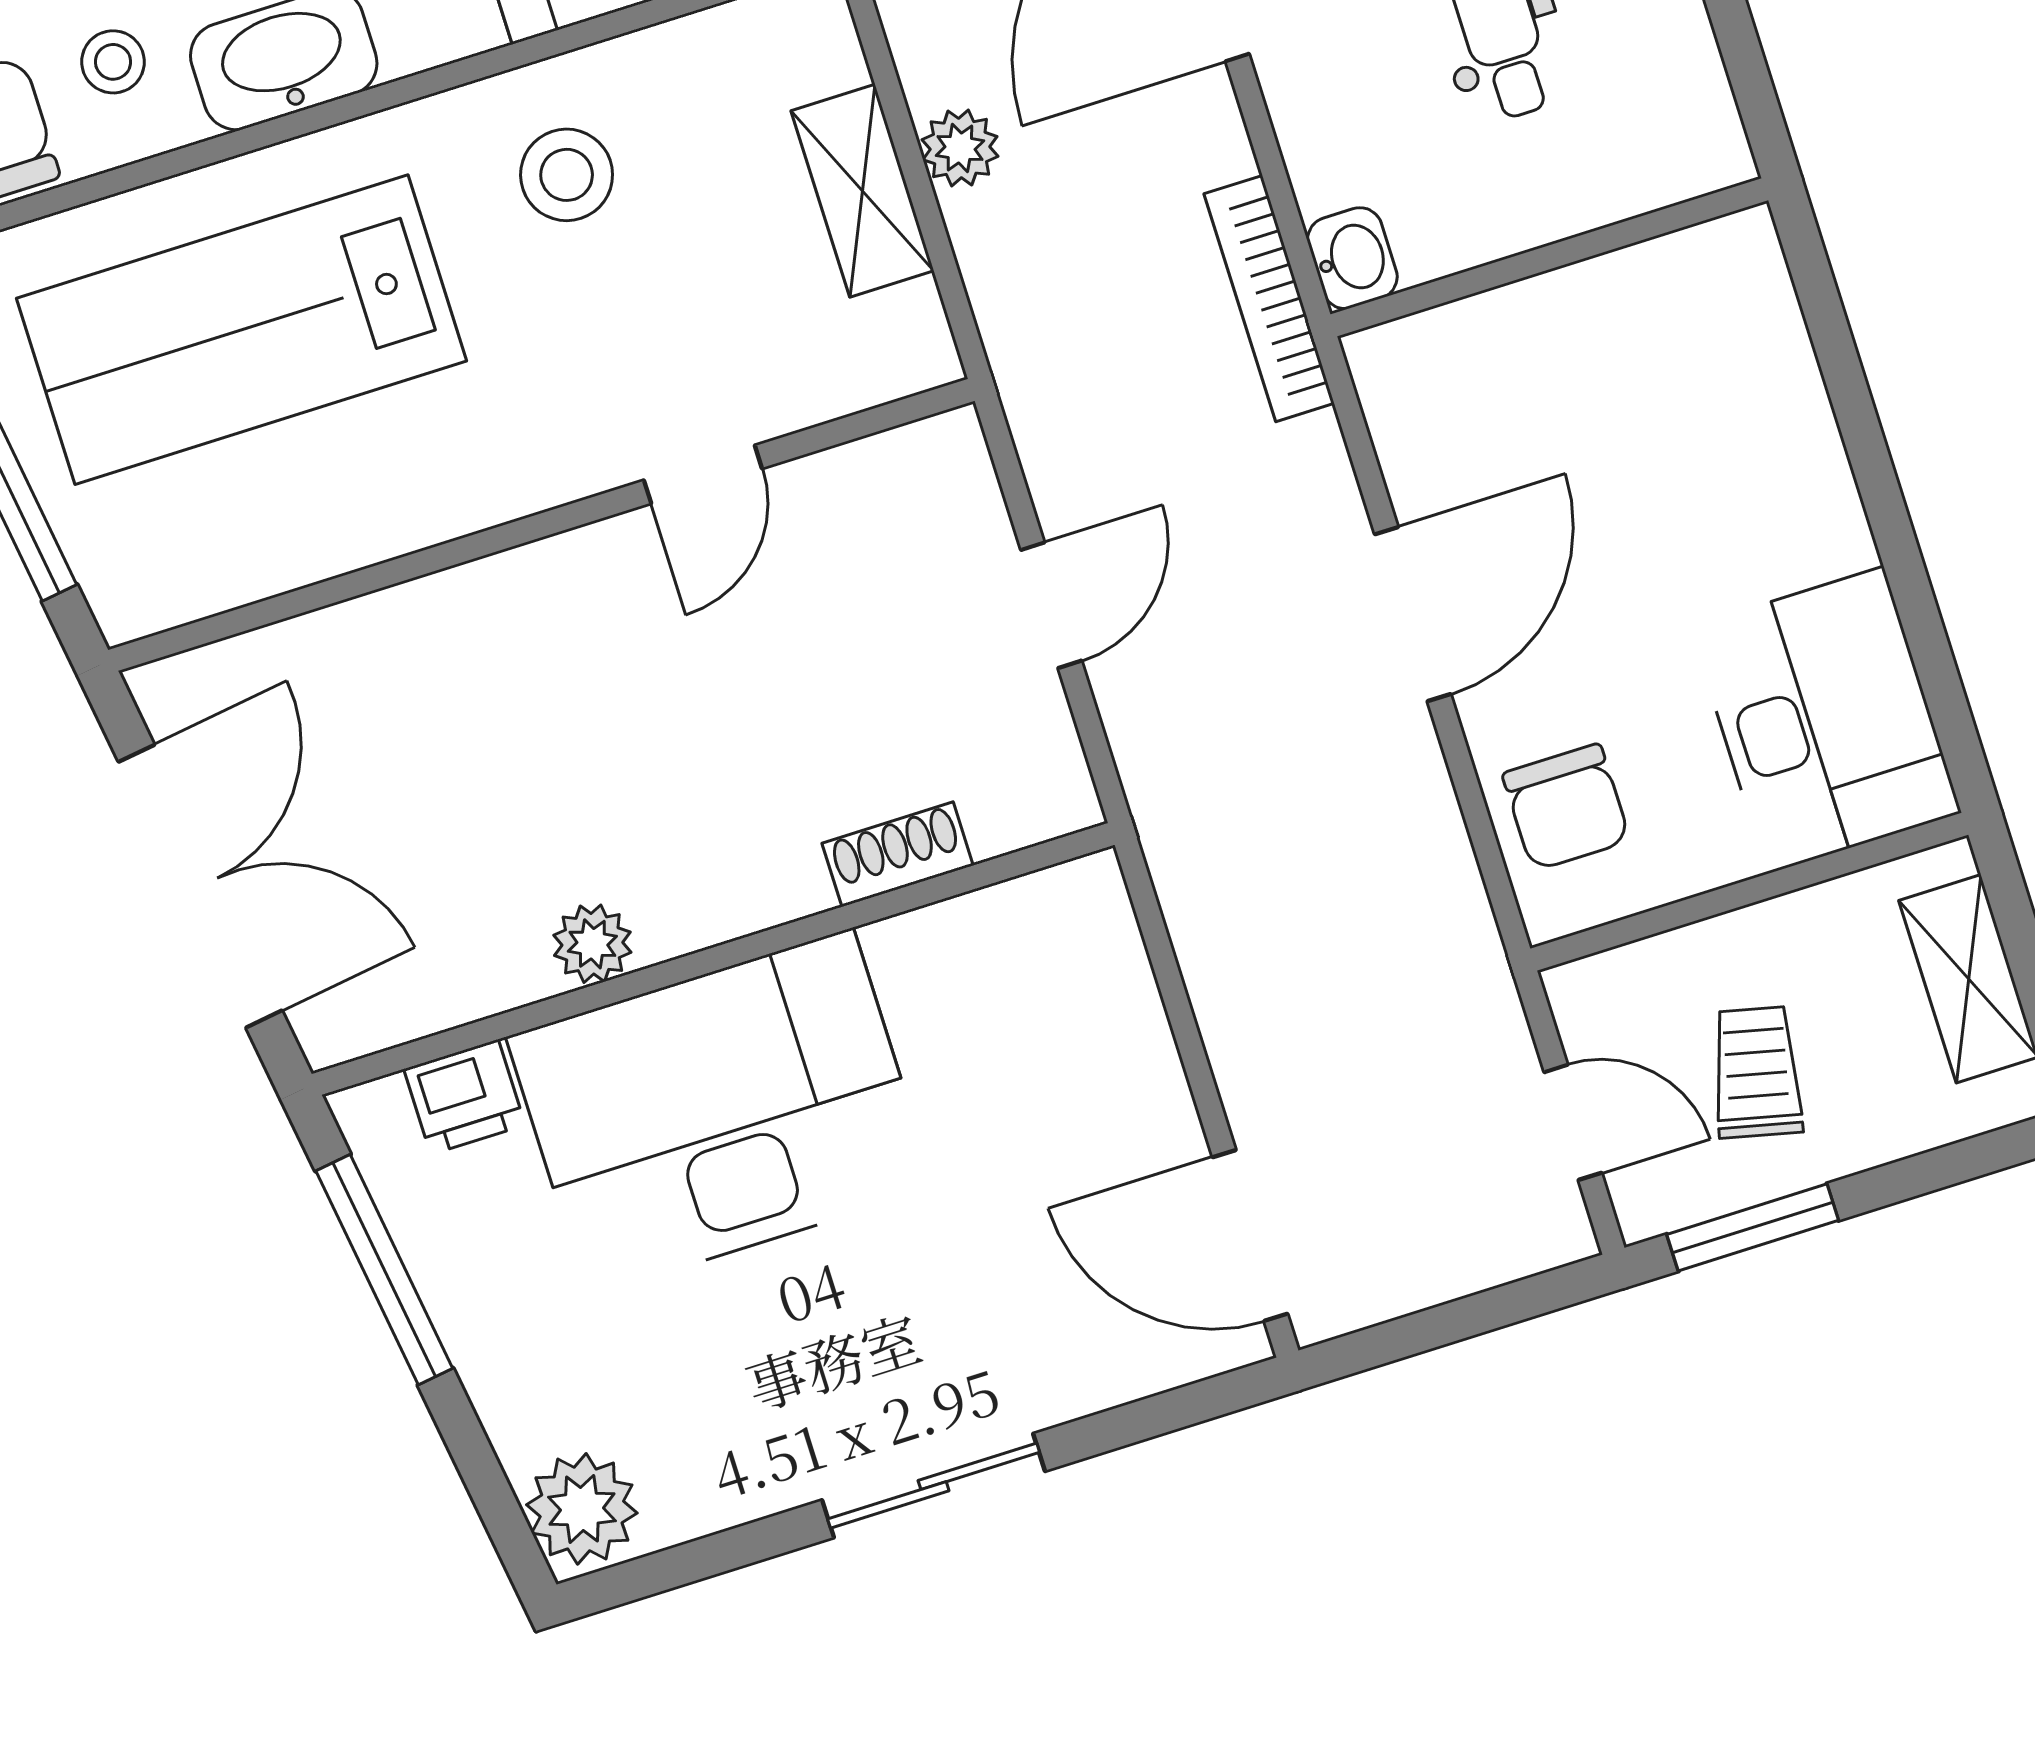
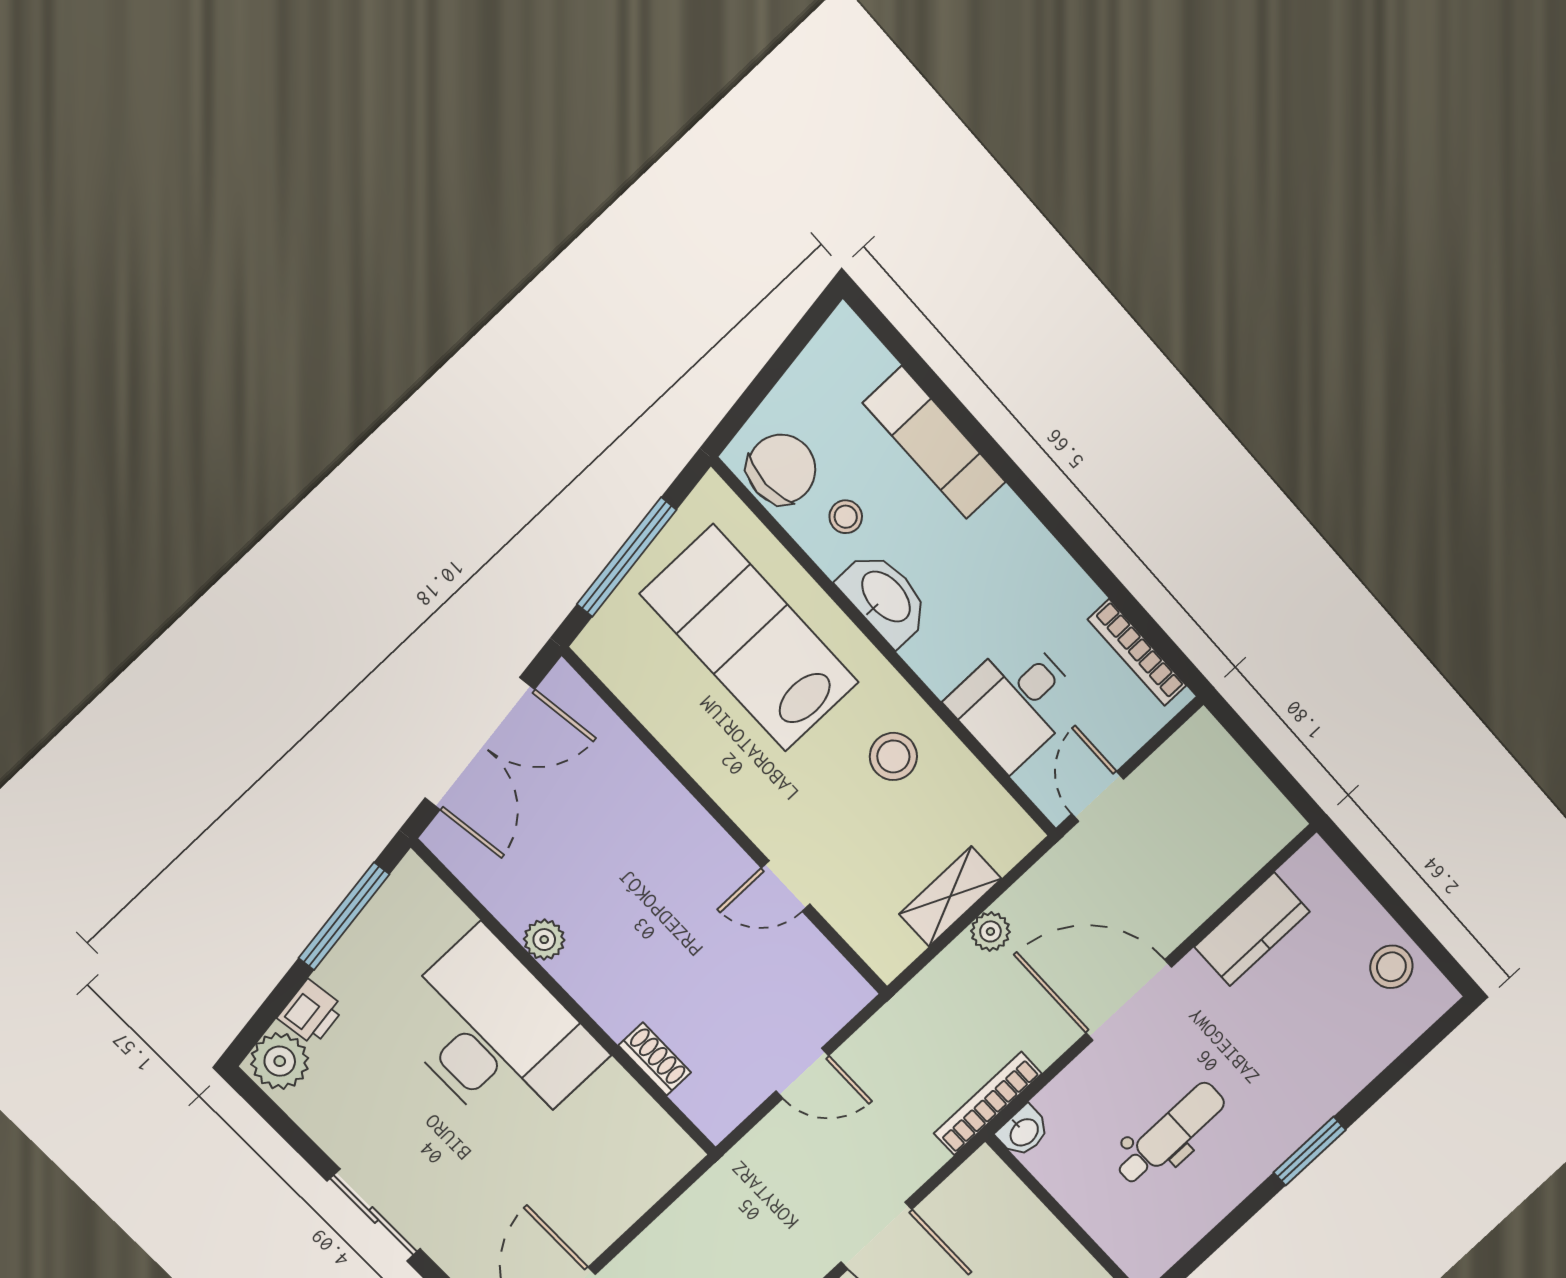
printer: (464, 1097) -> (311, 1013), moved, turned -98

